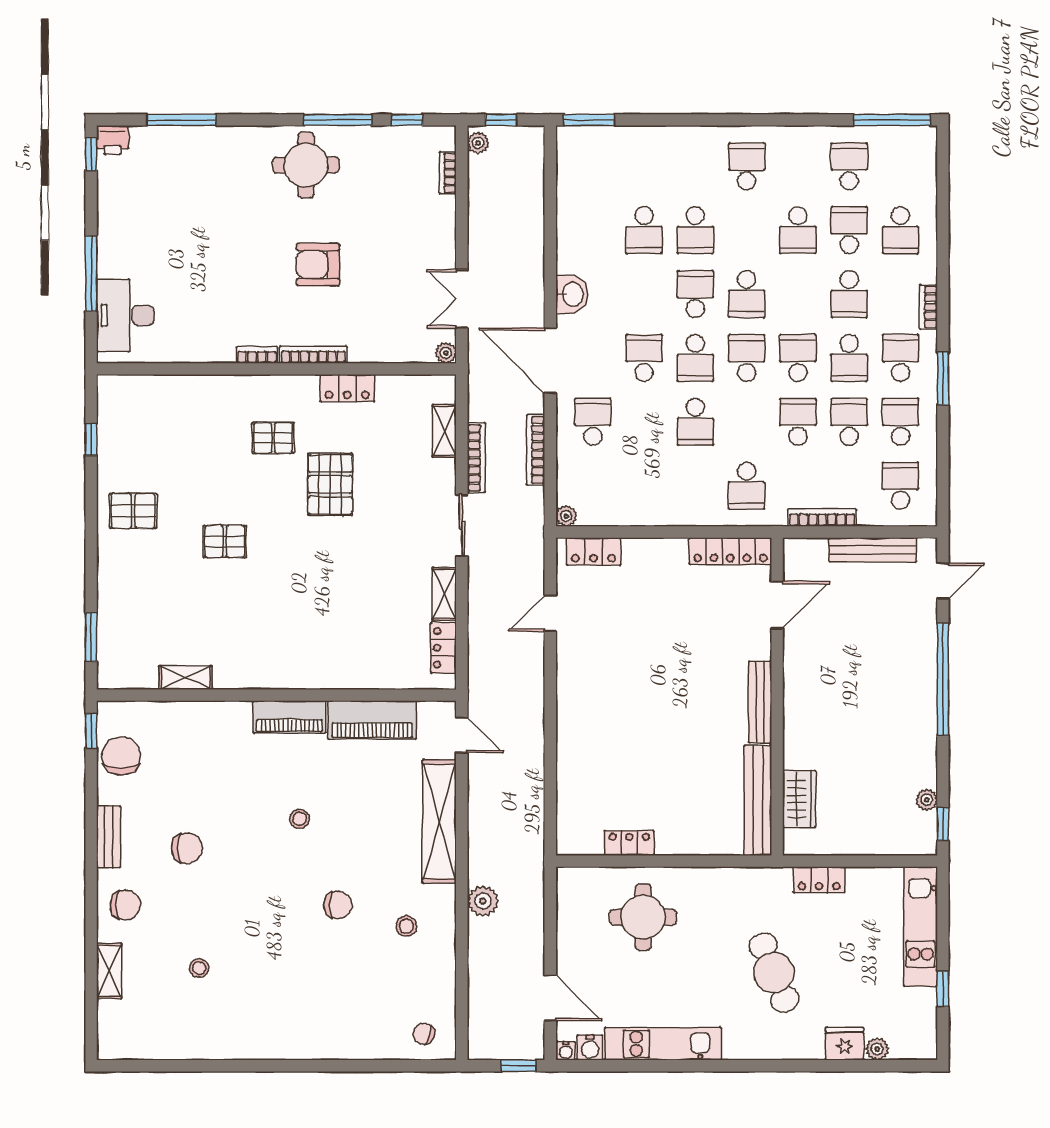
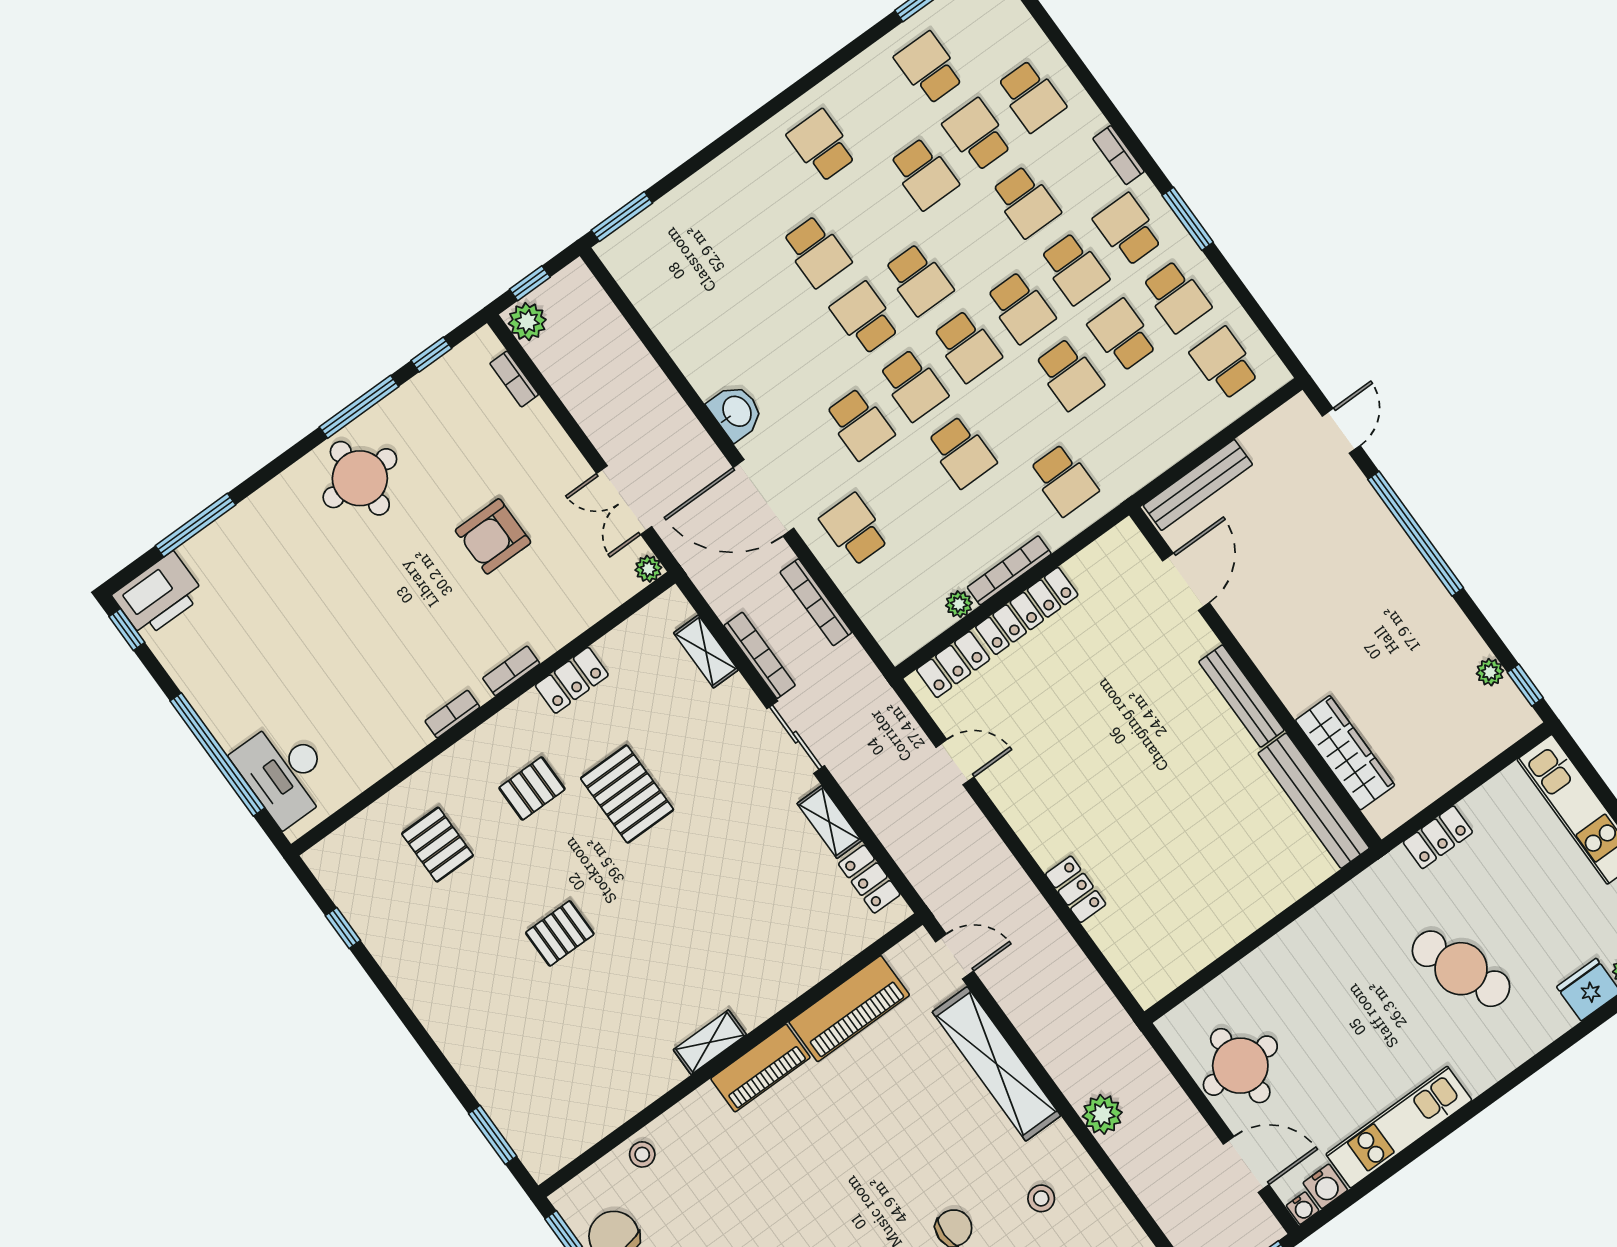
printer: (113, 140) -> (158, 595), width x1.87, depth x1.48
plant: (478, 143) -> (527, 322), width x1.38, depth x1.38
school desk: (644, 230) -> (763, 290), removed
armchair: (318, 265) -> (493, 536), moved
window: (91, 274) -> (217, 754), width x1.46
bookcase: (313, 355) -> (511, 671), width x0.64
school desk: (644, 358) -> (860, 424), turned 180
school desk: (747, 358) -> (967, 346), turned 180
school desk: (798, 358) -> (1021, 307), turned 180
school desk: (798, 422) -> (1069, 374), turned 180
school desk: (900, 422) -> (1176, 297), turned 180
pallet: (133, 511) -> (438, 845), moved, turned 90
plant: (566, 516) -> (959, 604), moved
bookcase: (822, 518) -> (1009, 570), moved
bench: (873, 550) -> (1198, 485), moved
locker: (730, 551) -> (1027, 611), moved
door: (550, 613) -> (955, 762), swing flipped
shelving: (186, 678) -> (710, 1042), moved
wardrobe: (799, 799) -> (1345, 753), width x1.50
stool: (300, 819) -> (642, 1154), moved
locker: (629, 843) -> (1076, 889), moved, turned 90
round table: (643, 917) -> (1240, 1066), moved

